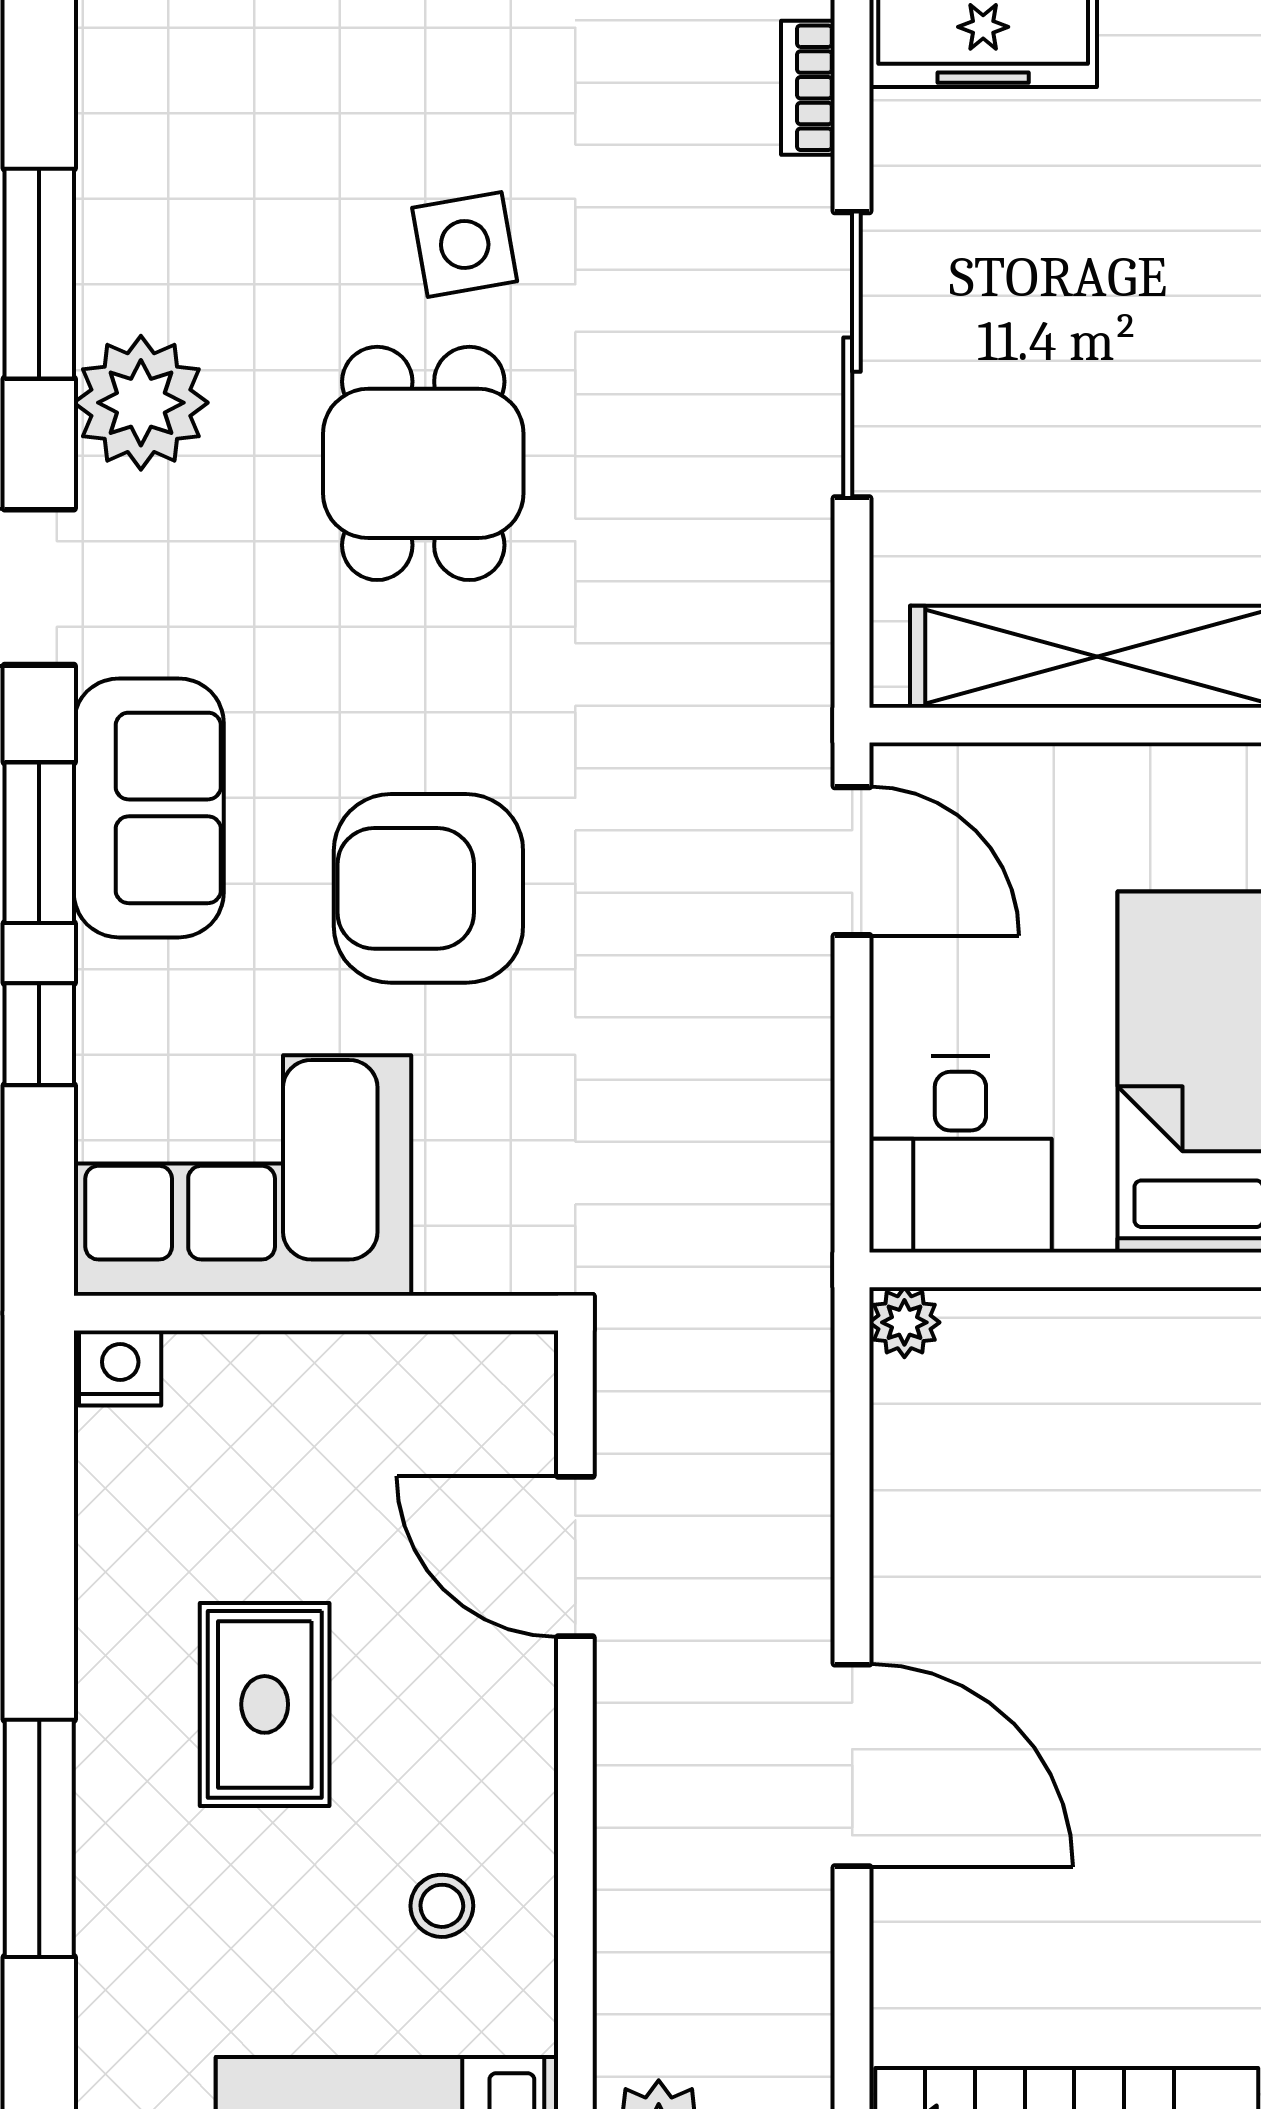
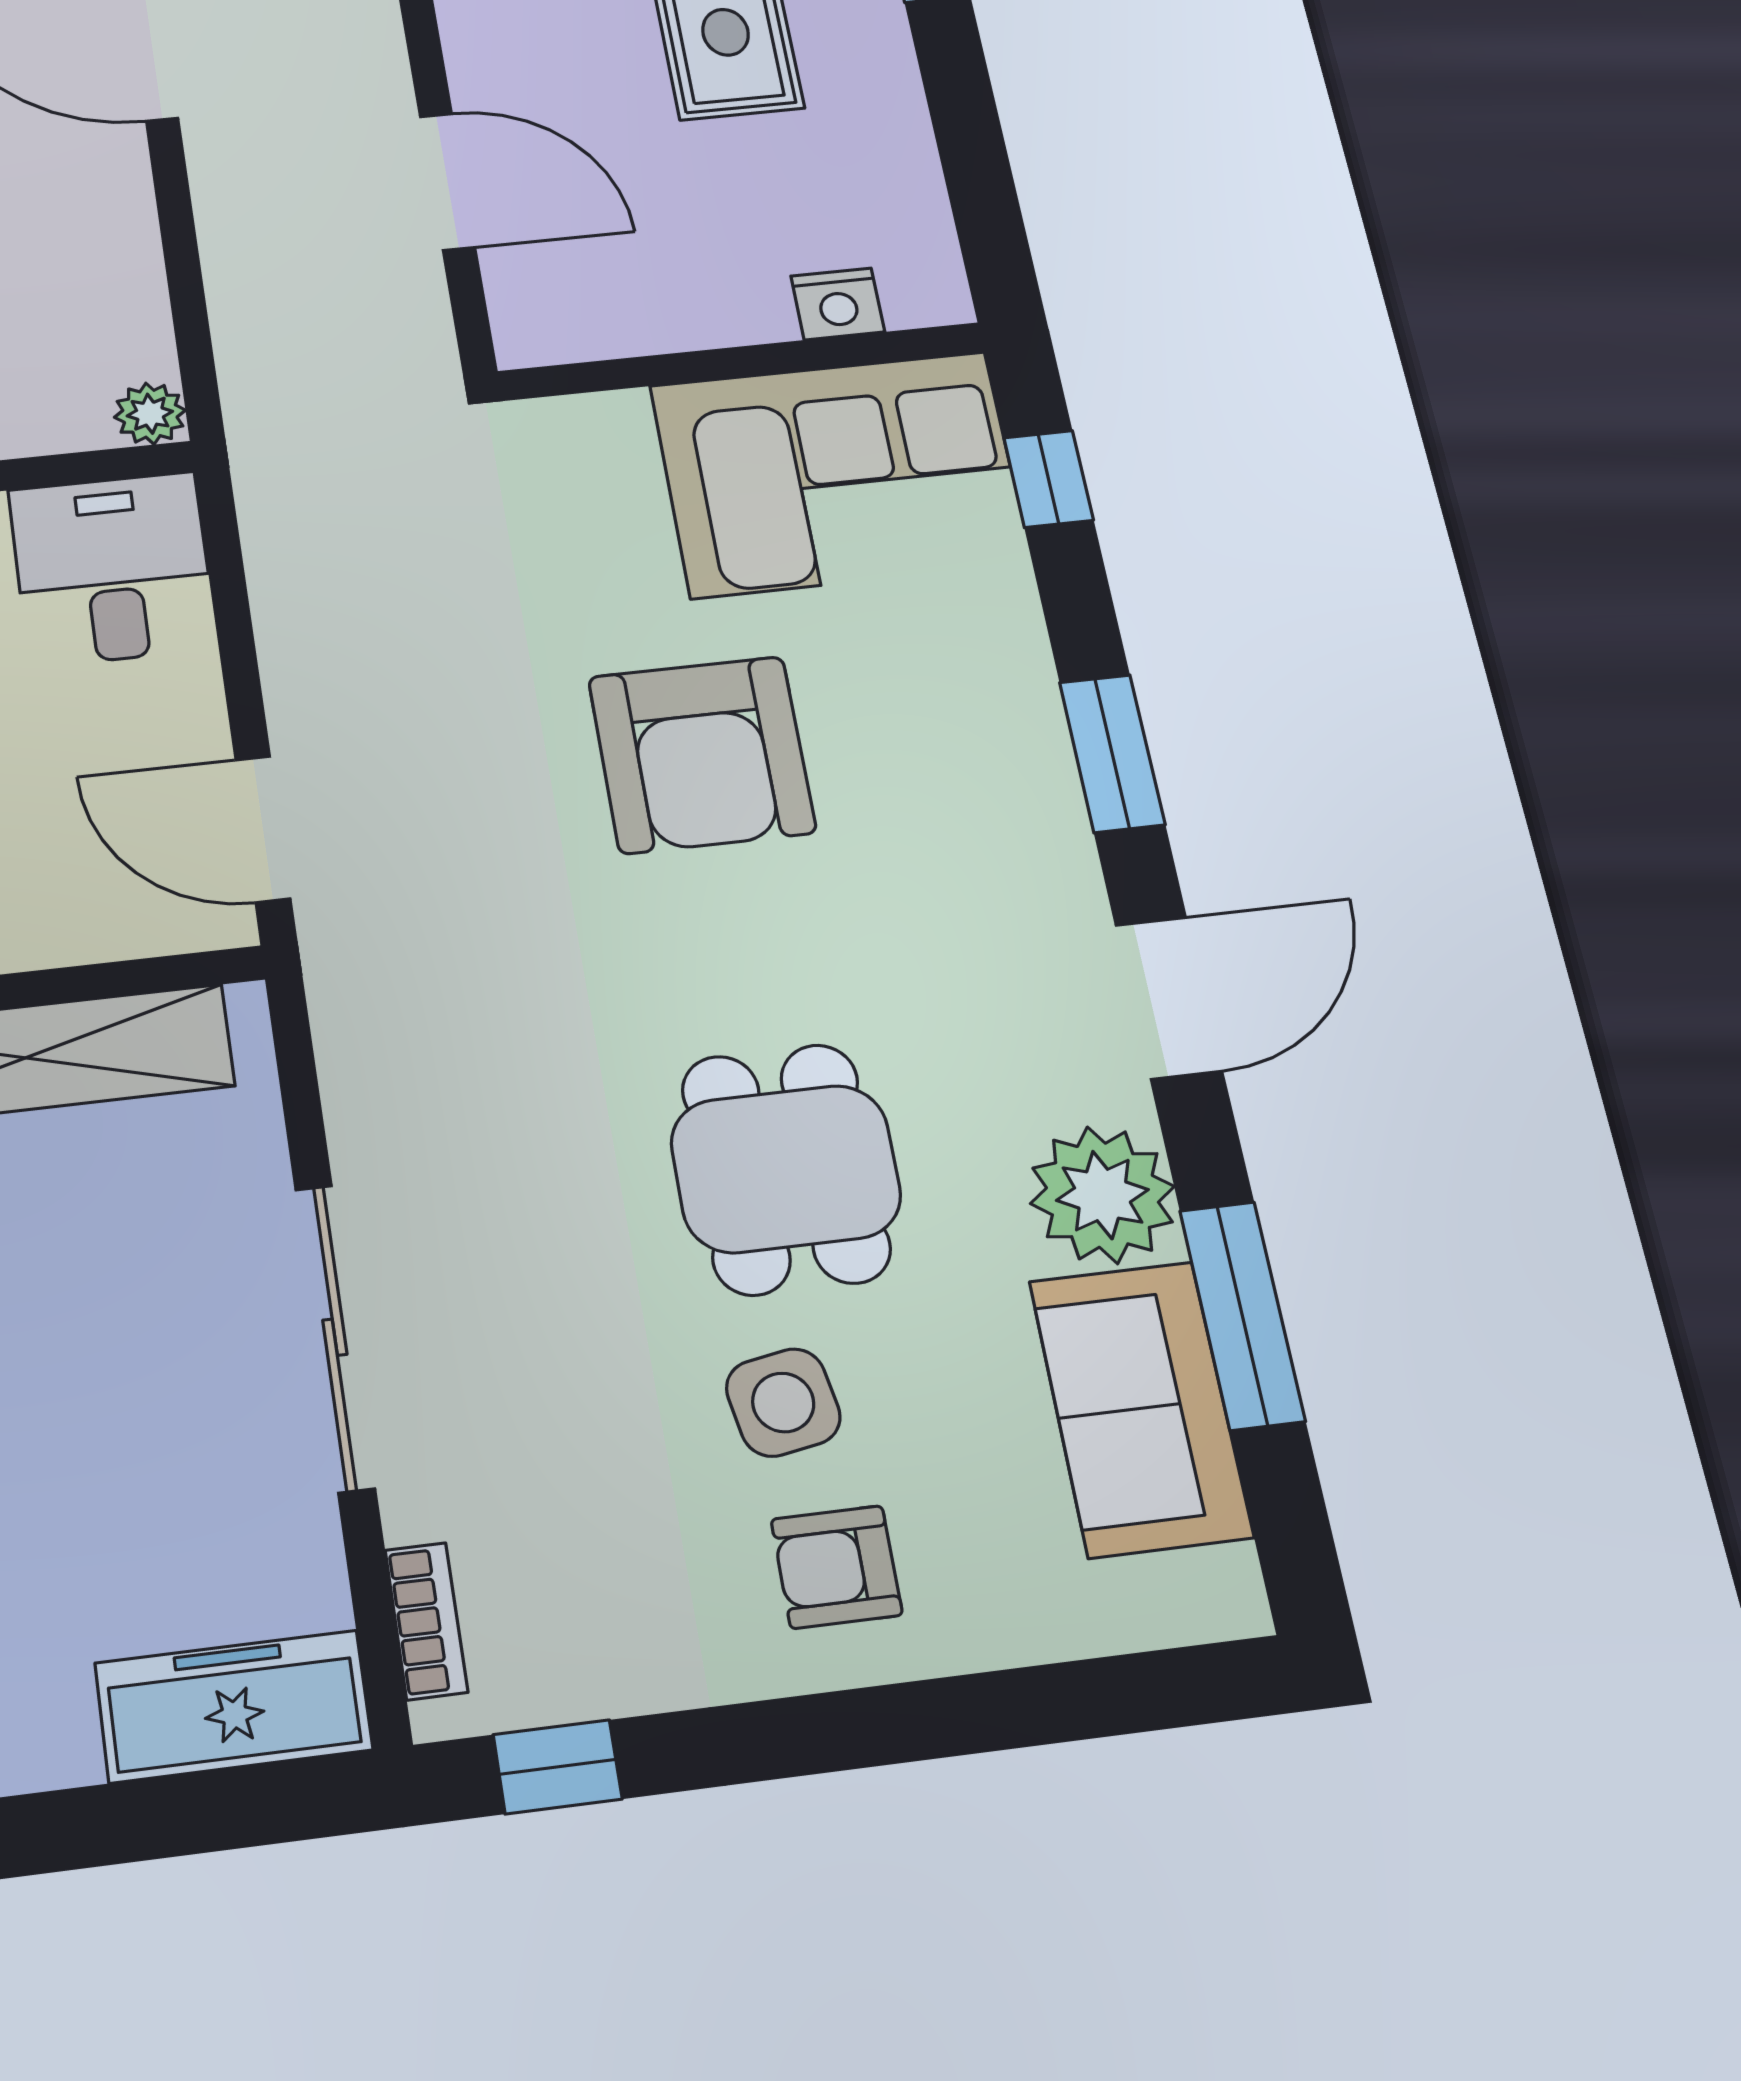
armchair: (445, 90) -> (837, 1567), added
sofa: (149, 808) -> (1141, 1408), moved
armchair: (428, 888) -> (702, 755), turned 90
window: (39, 1034) -> (1049, 479), moved
nightstand: (120, 1368) -> (838, 304), moved

